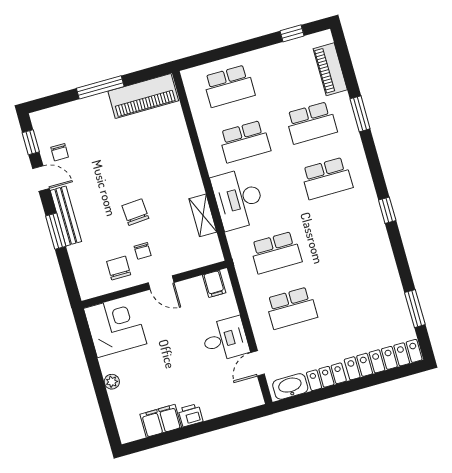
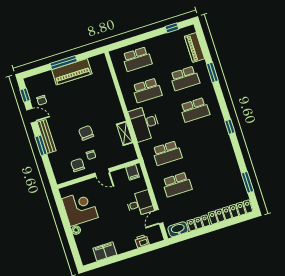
piano: (143, 96) -> (72, 72), moved
corner desk: (115, 326) -> (80, 208), moved
printer: (191, 415) -> (142, 241), moved

